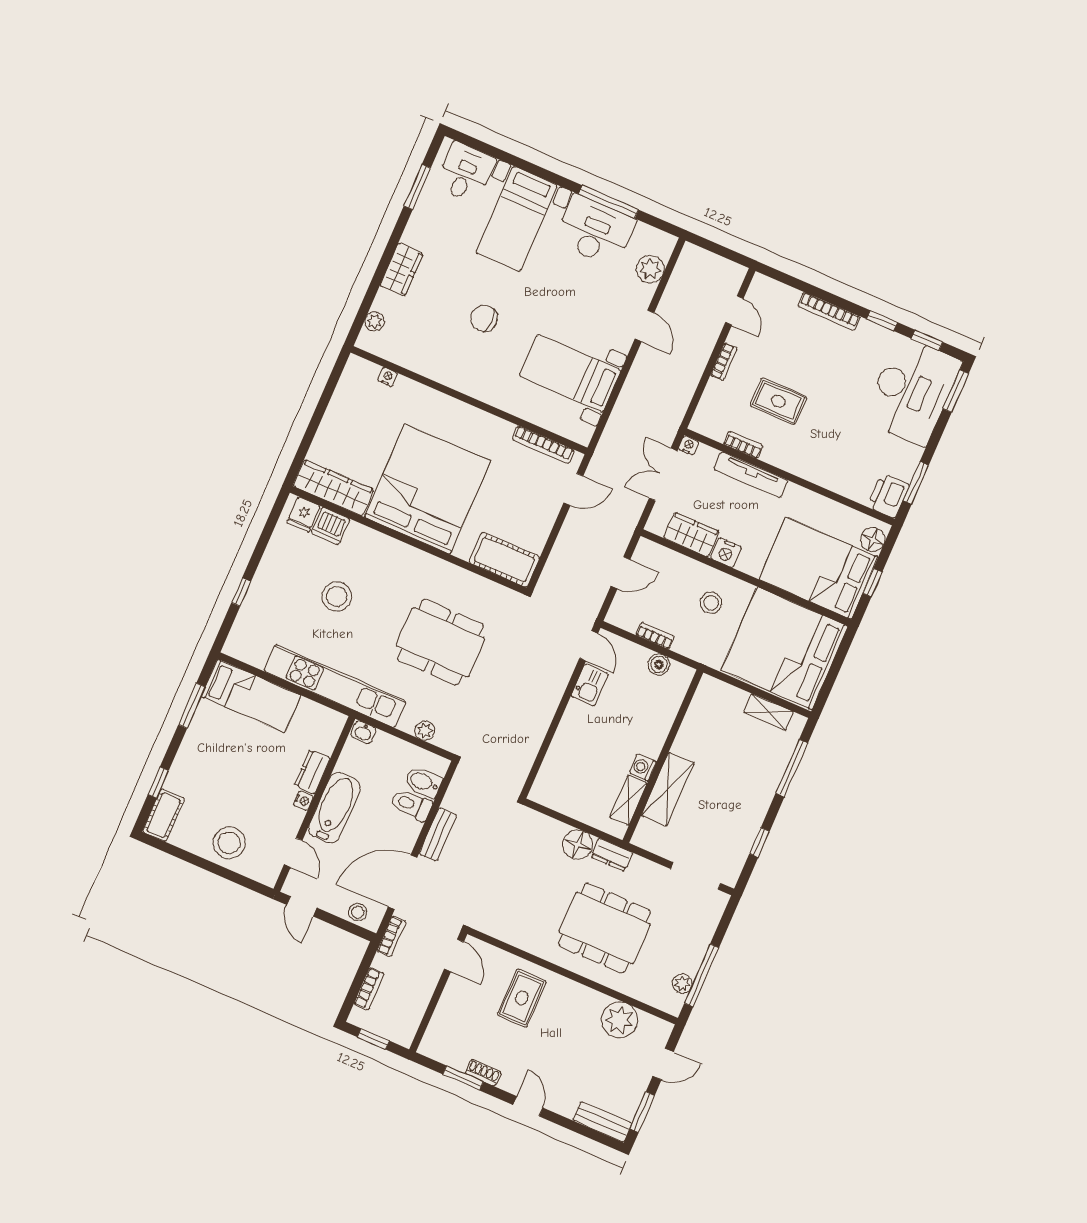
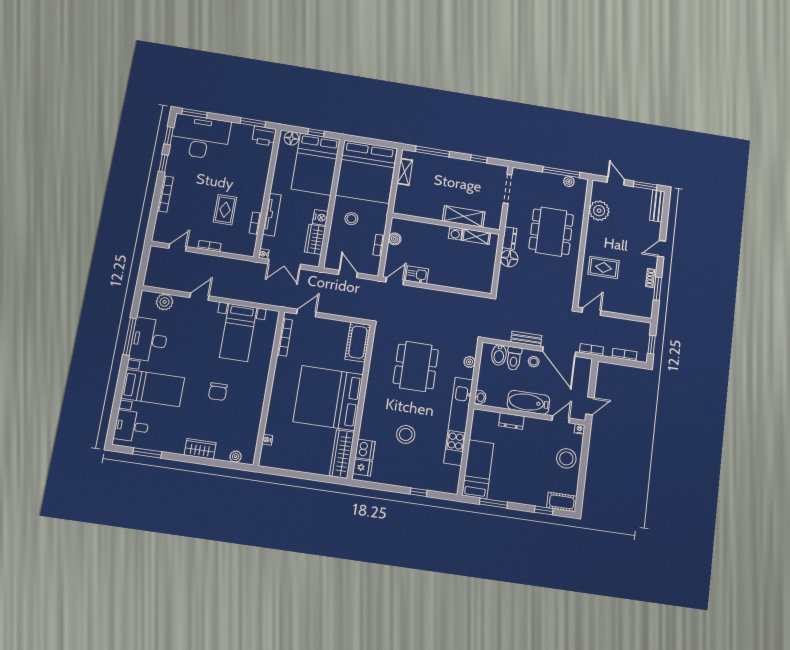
door: (573, 489) -> (306, 313), hinge flipped
nightstand: (303, 801) -> (580, 429), moved
stool: (358, 912) -> (534, 362), moved

